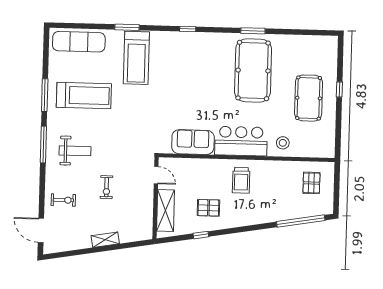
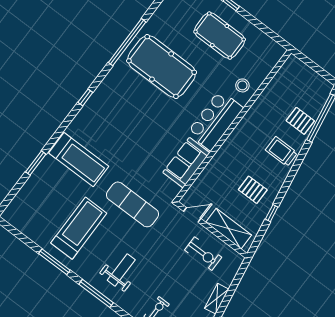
window: (127, 27) -> (36, 163), moved
window: (253, 31) -> (127, 42), width x2.11
exercise mat: (79, 42) -> (133, 204), moved, turned 90
trolley: (241, 180) -> (281, 151), moved, turned 180
pallet: (311, 183) -> (300, 121), moved
exercise bike: (107, 187) -> (203, 254), moved, width x1.38, depth x1.39
pallet: (208, 208) -> (253, 190), turned 90

